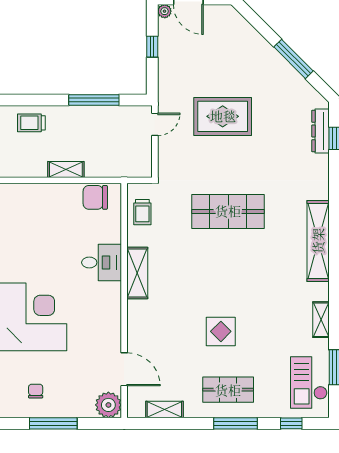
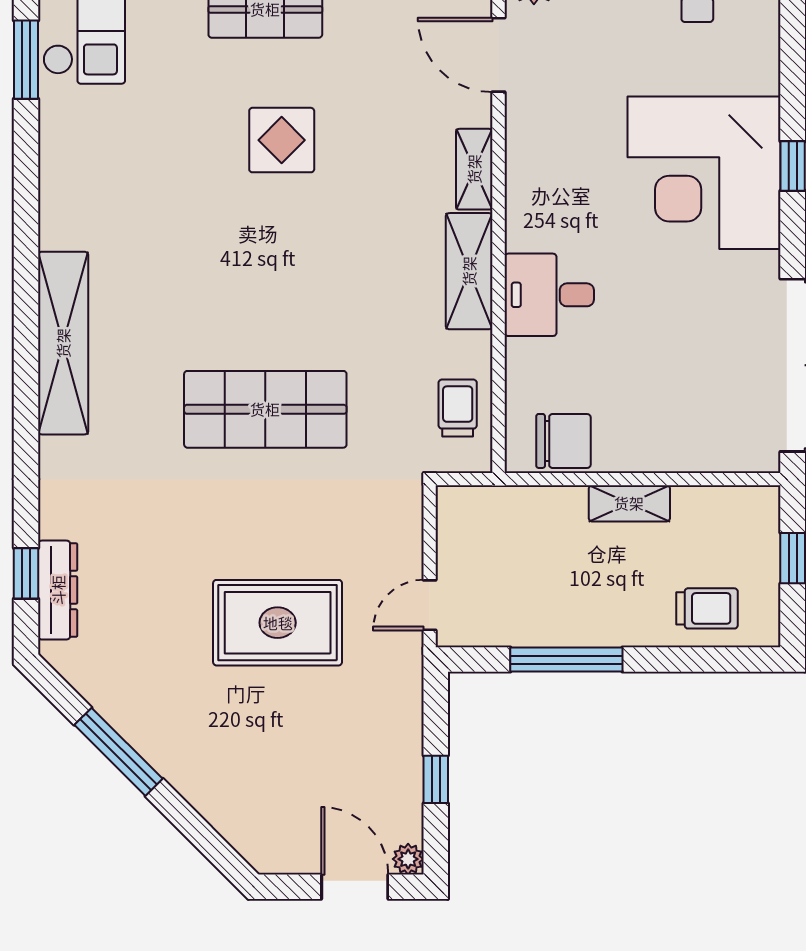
shelving: (321, 320) -> (474, 169), moved

